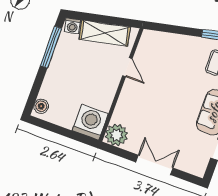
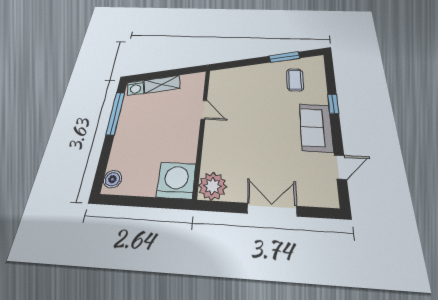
shelving: (105, 33) -> (162, 84), width x0.67, depth x0.75

